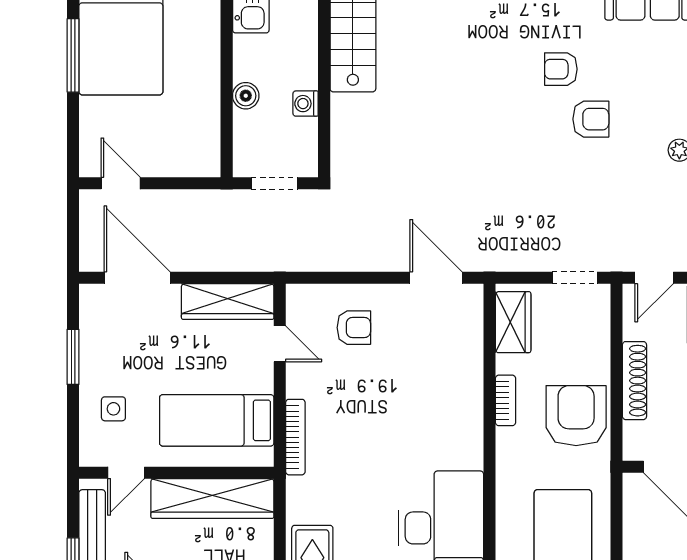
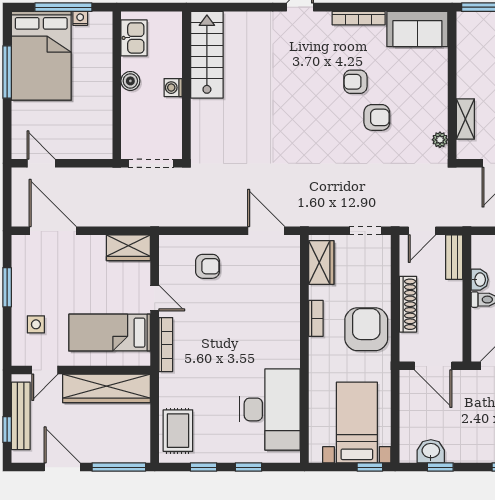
boiler: (246, 96) -> (130, 81), moved
washing machine: (306, 104) -> (173, 88), moved
doorway: (274, 183) -> (151, 163), width x1.38
wardrobe: (228, 302) -> (128, 248), width x0.67
door: (280, 344) -> (155, 298), moved

